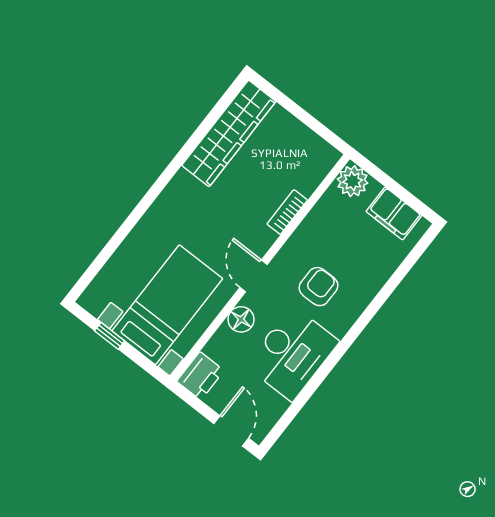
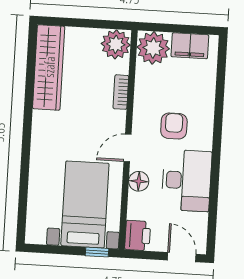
plant: (317, 158) -> (116, 44), added
plant: (353, 181) -> (153, 48), width x1.36, depth x1.36
door: (254, 276) -> (128, 148), hinge flipped
window: (110, 336) -> (97, 252), moved

